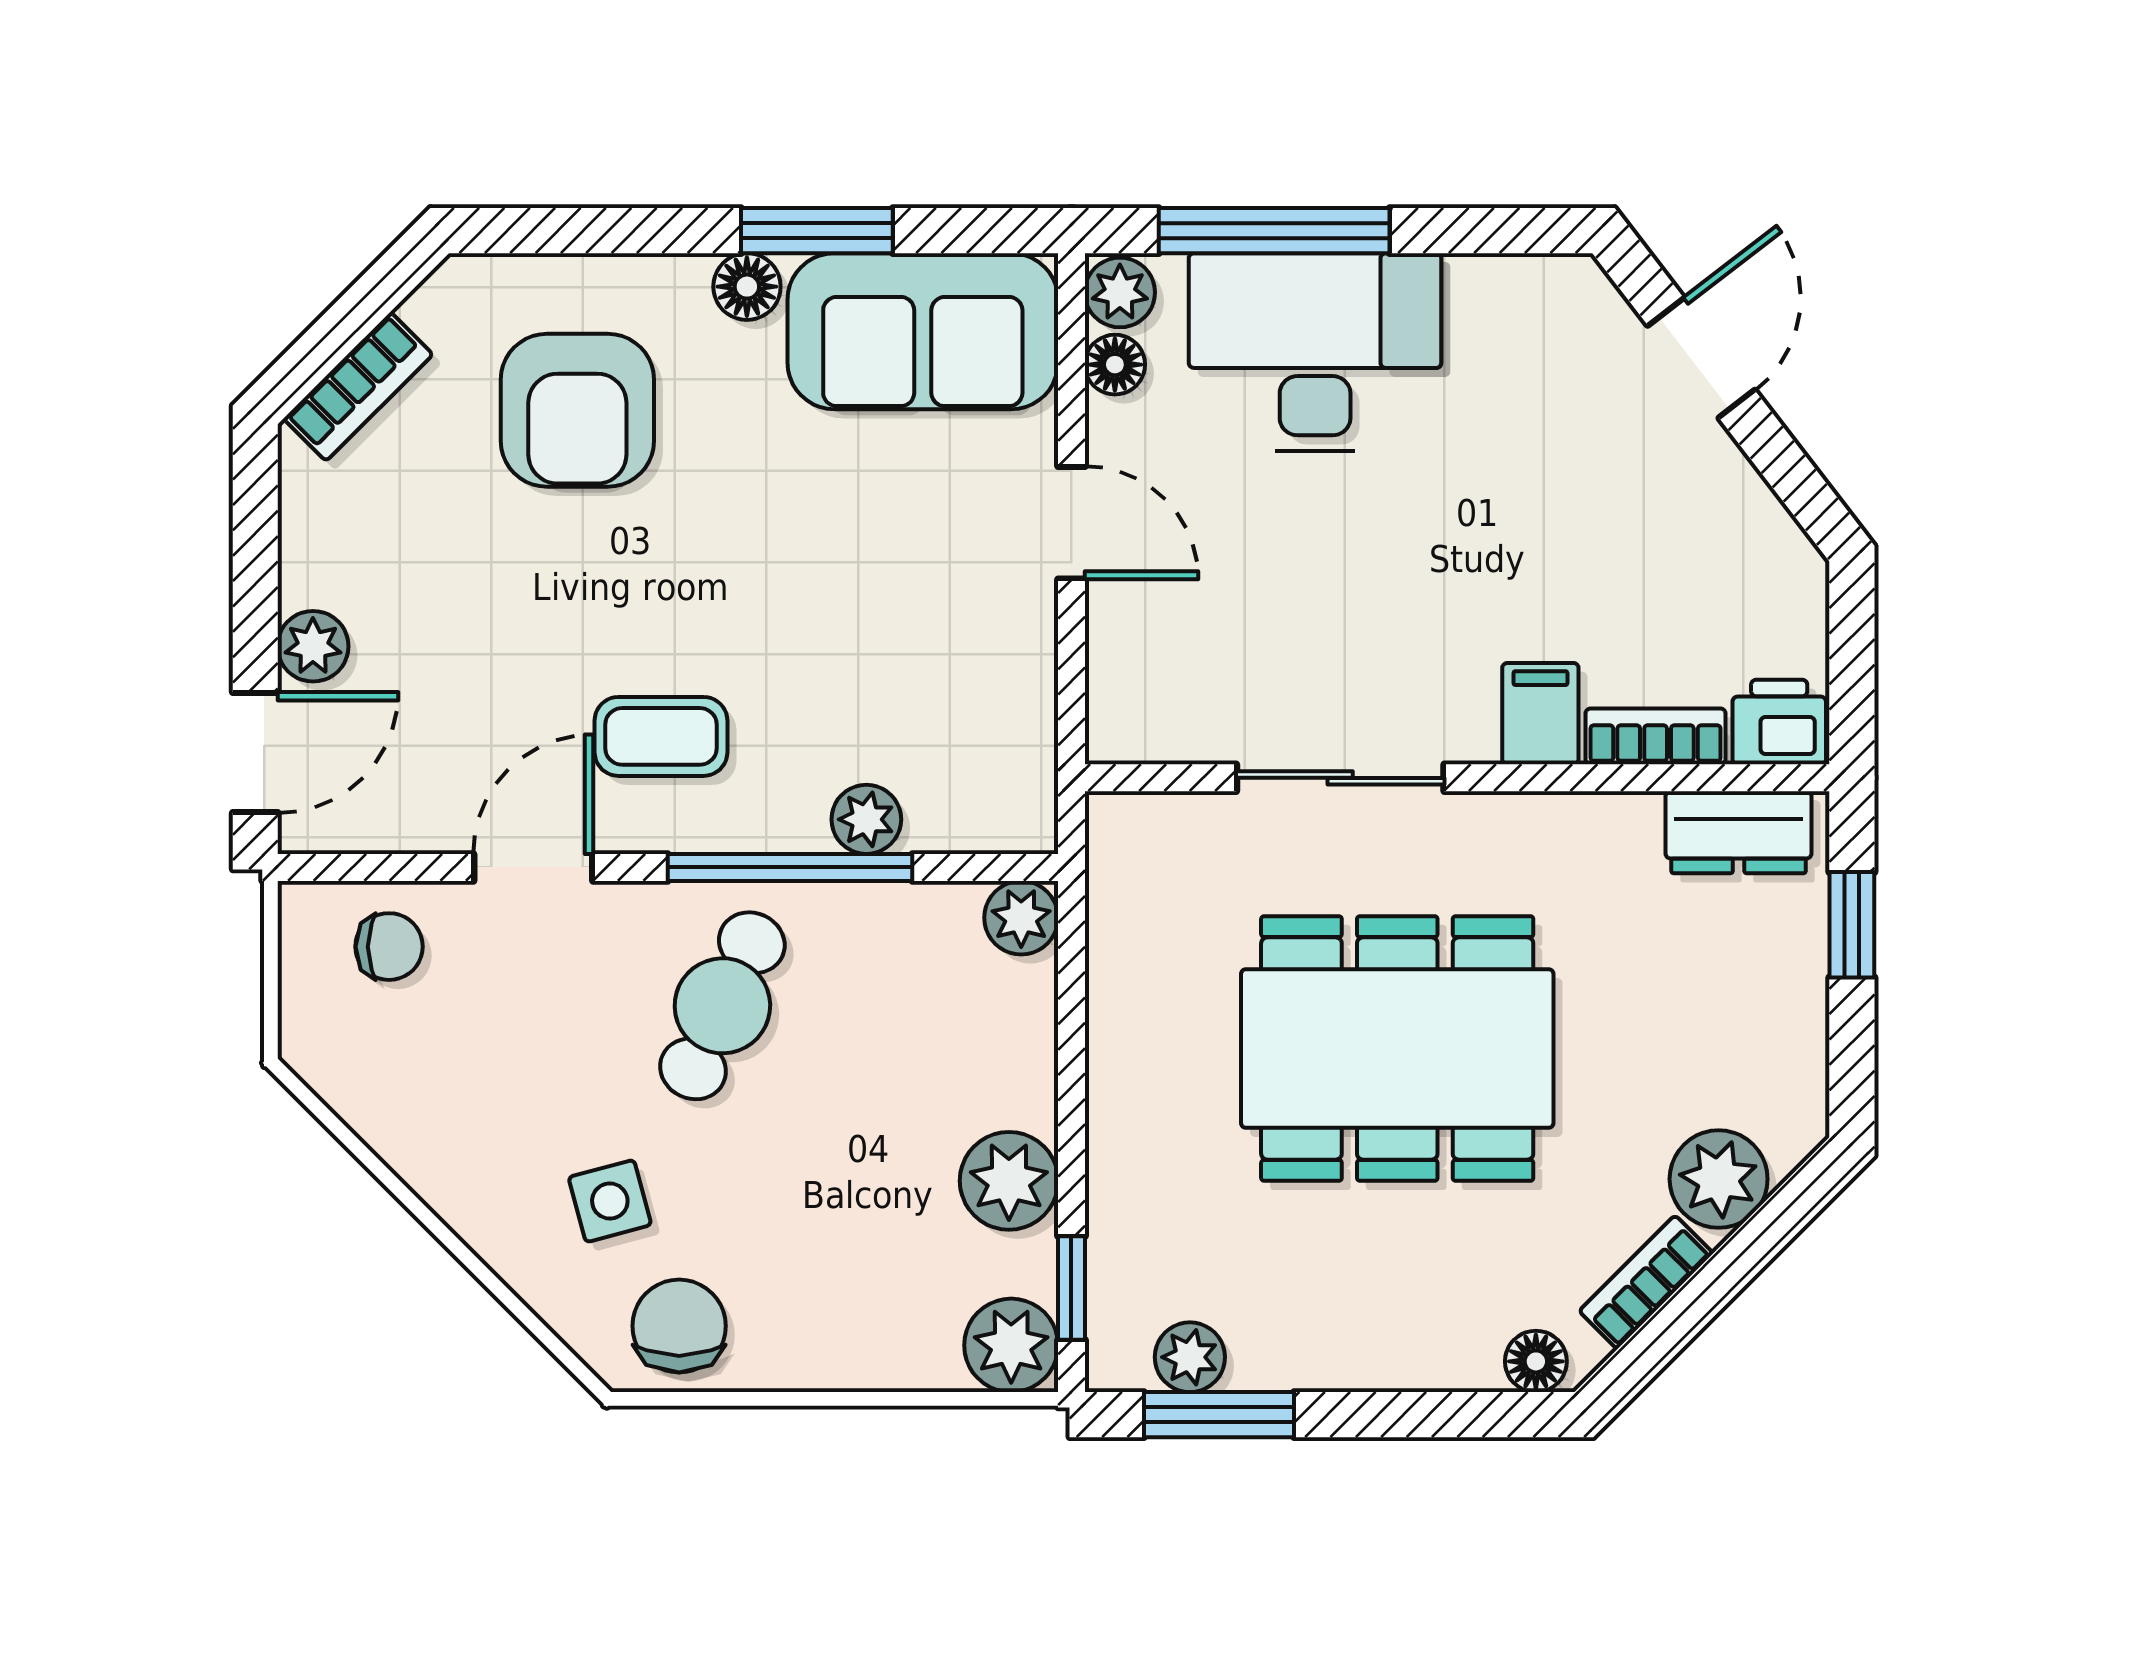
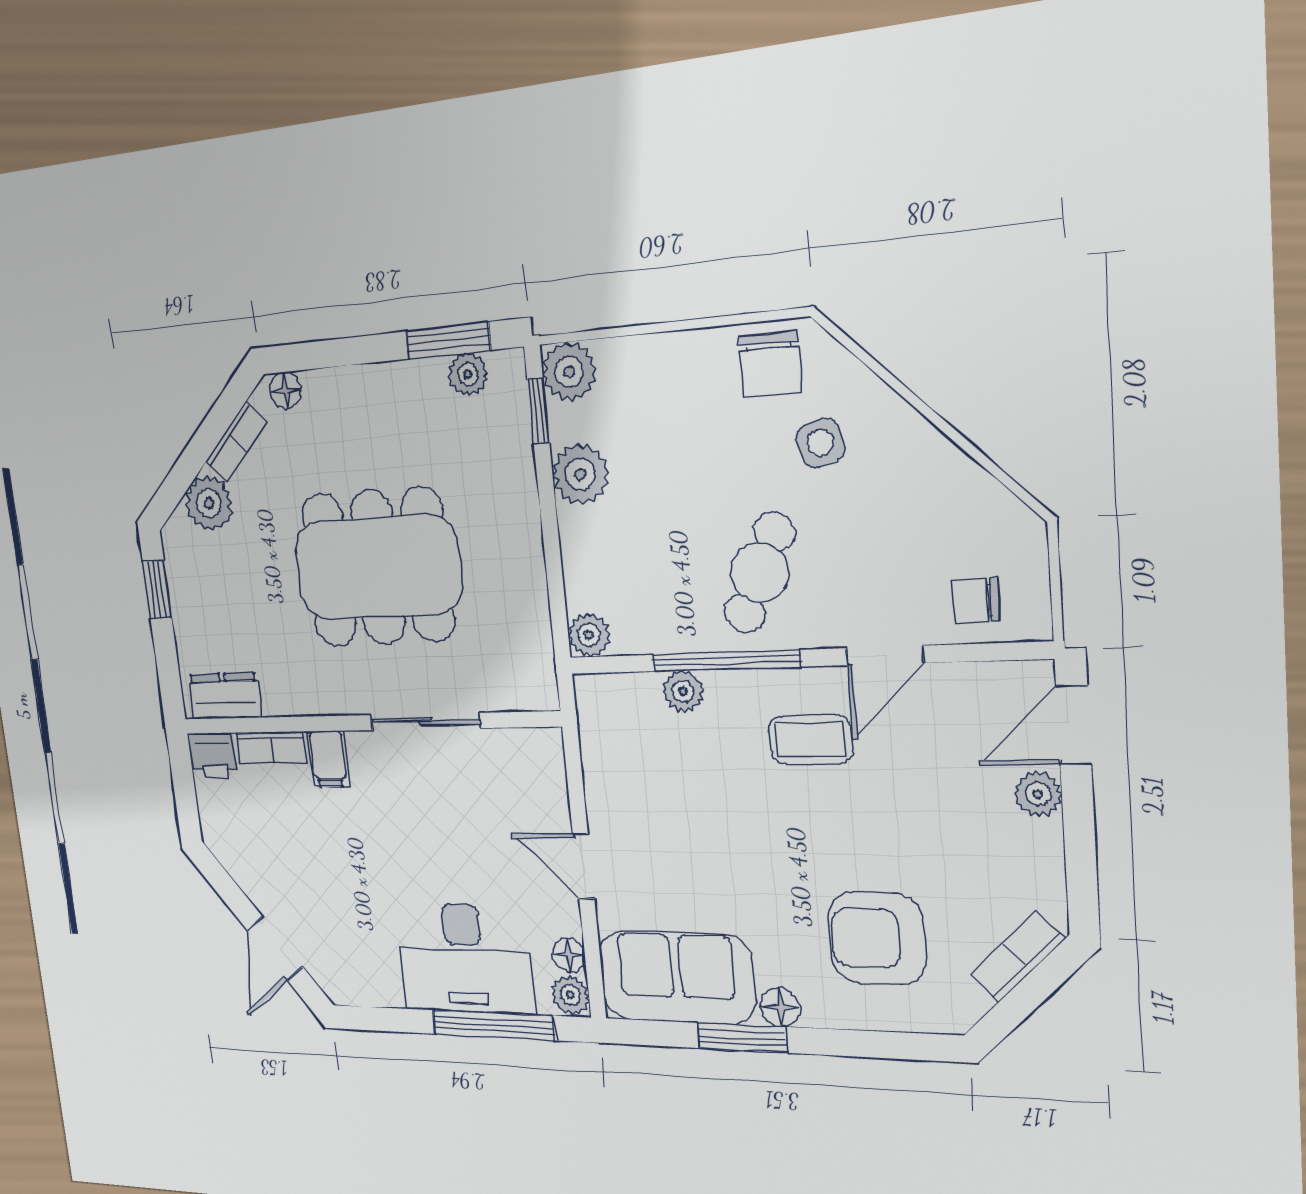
armchair: (577, 410) -> (877, 938), turned -90
window: (1852, 925) -> (157, 589), moved

